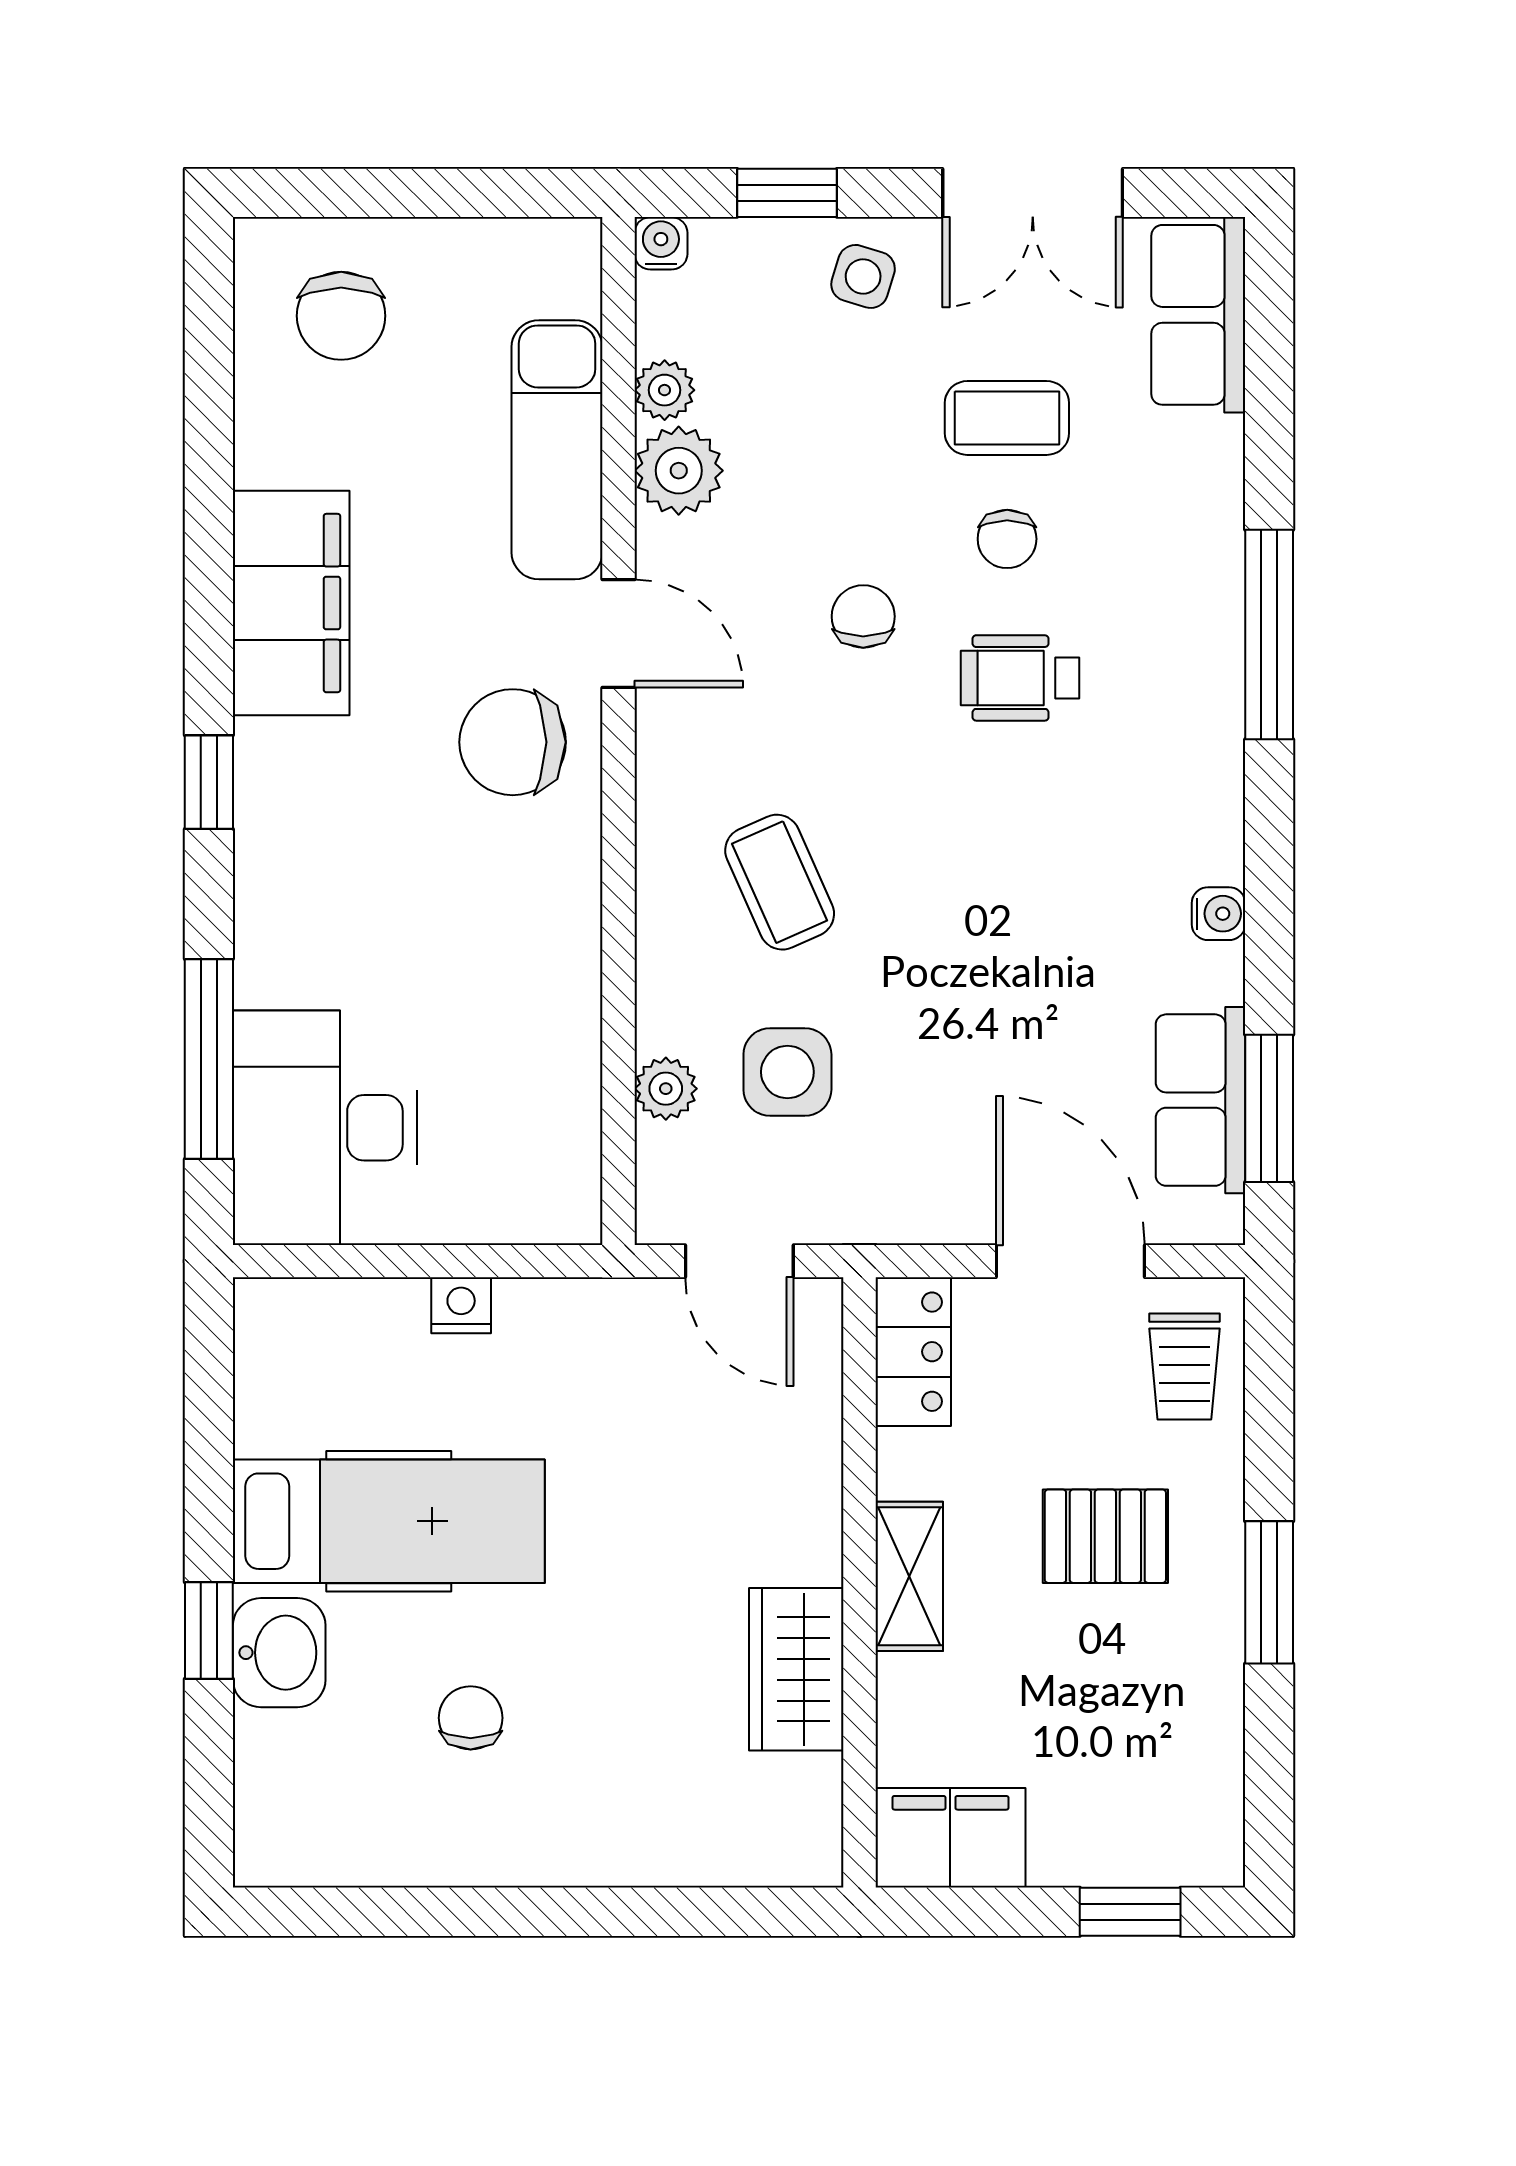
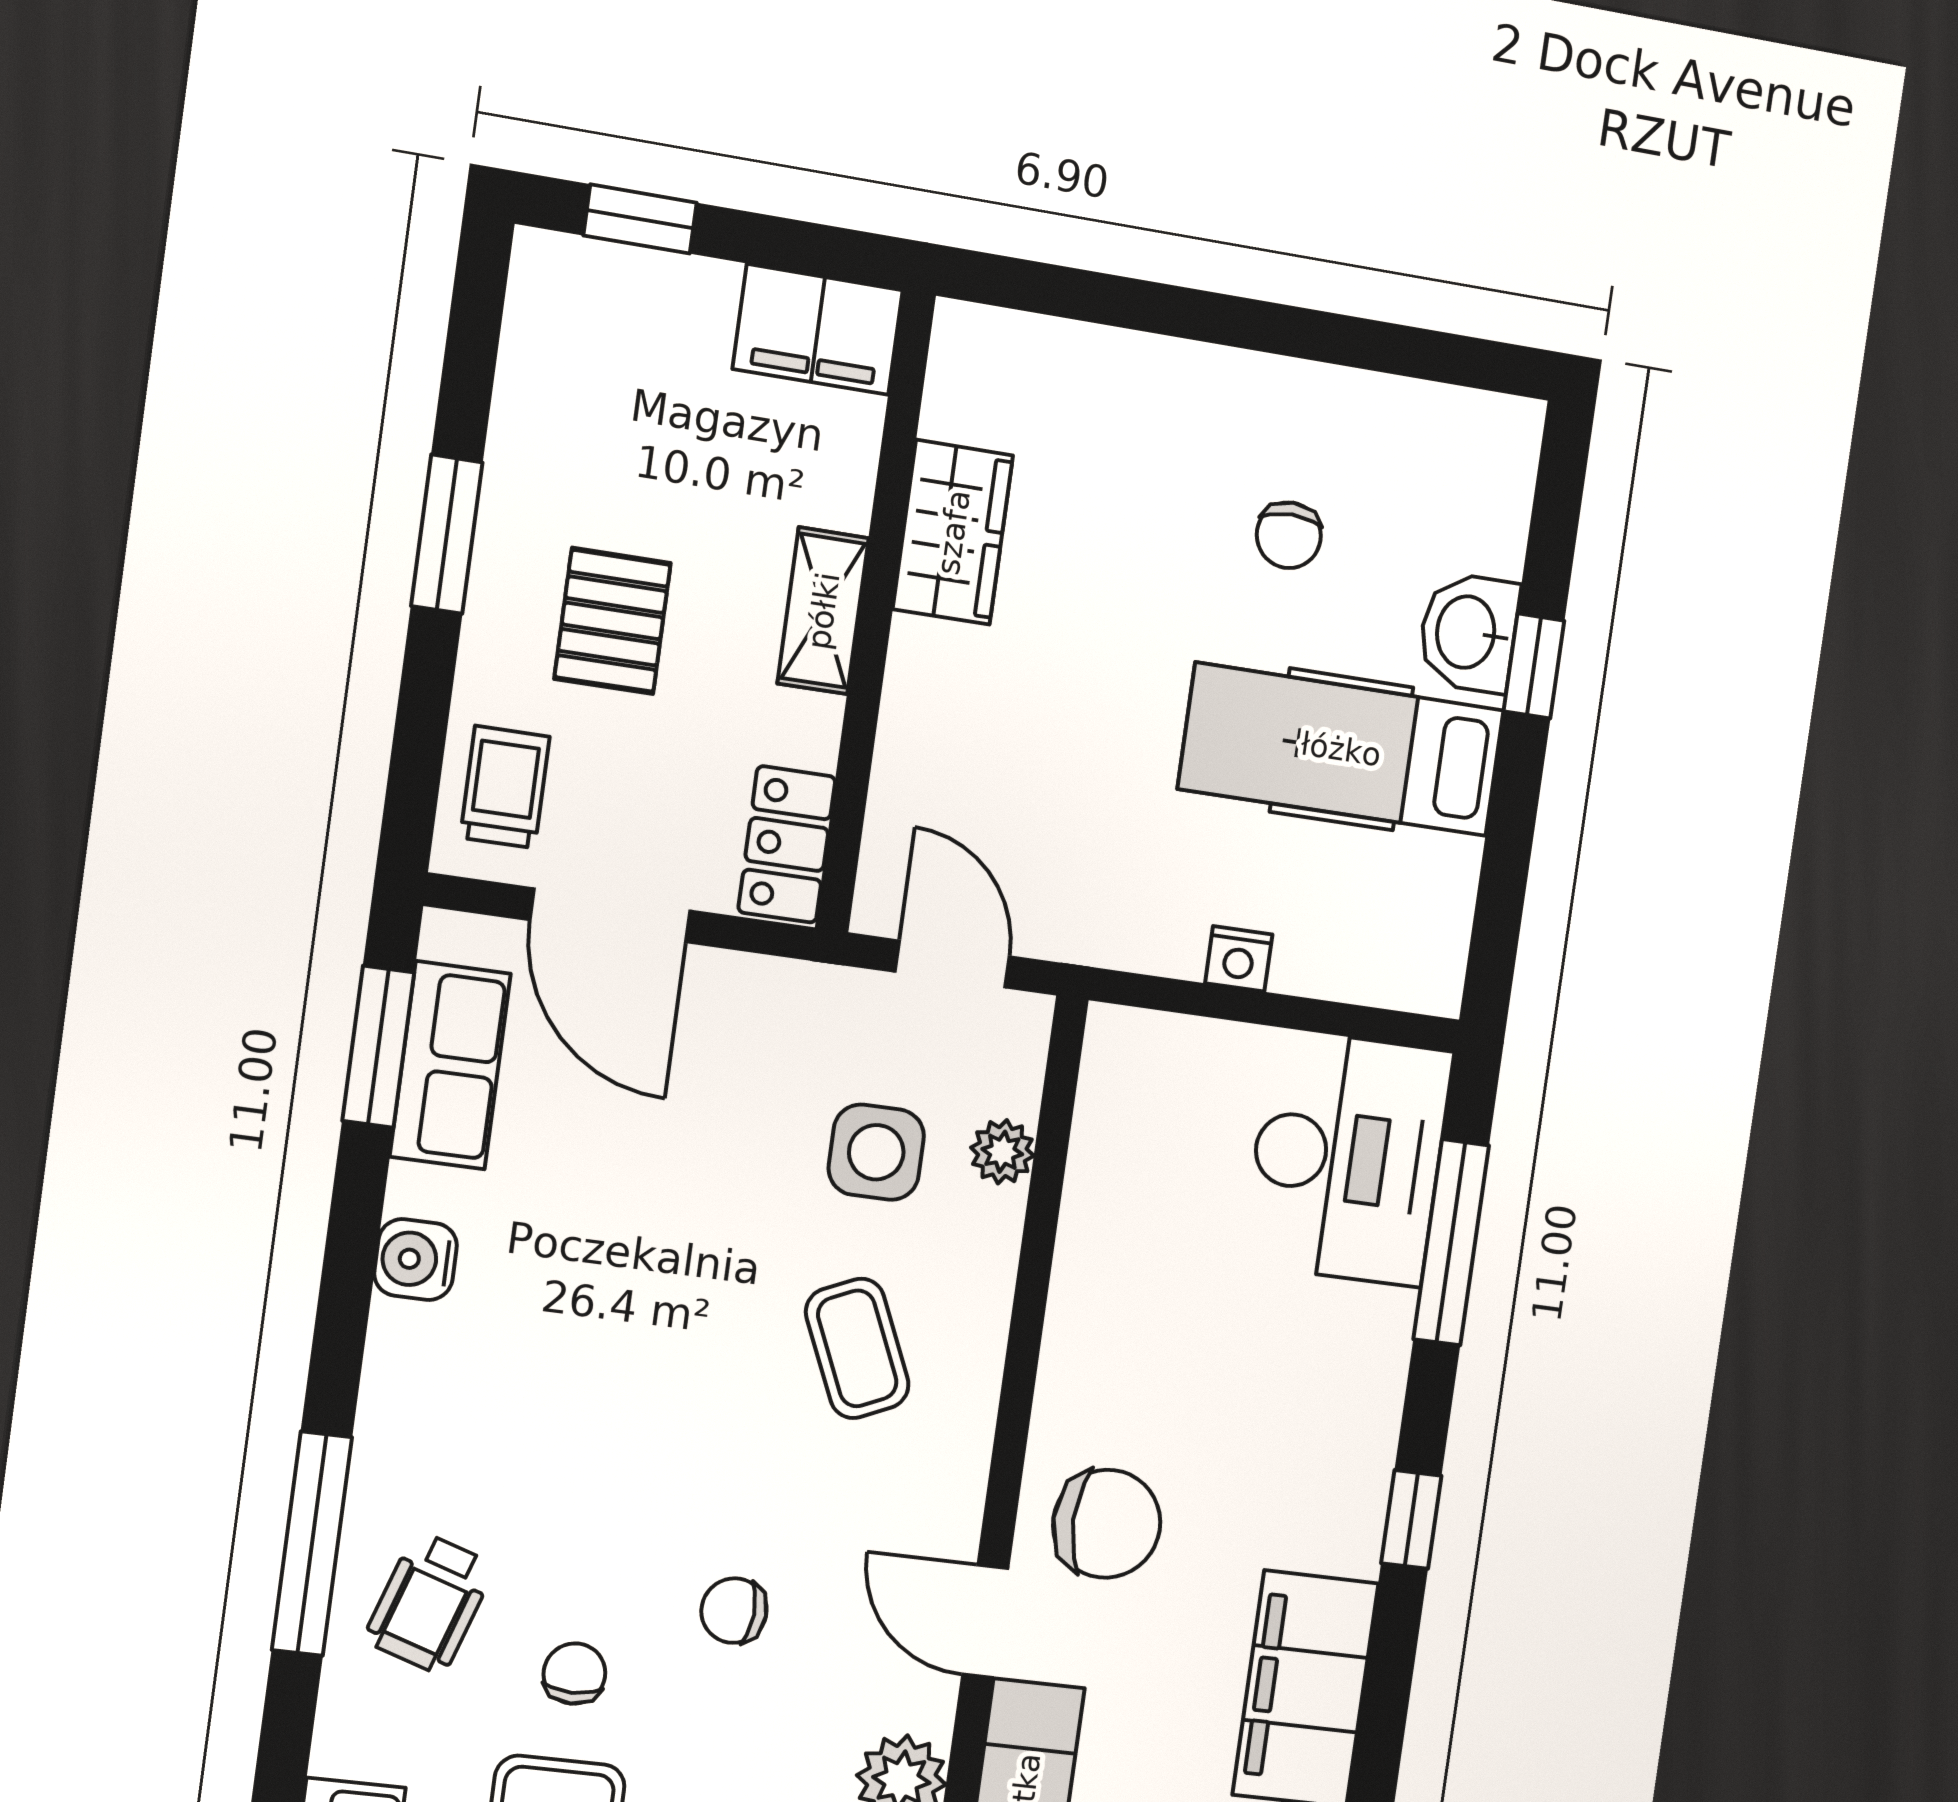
chair: (863, 616) -> (734, 1611), turned 93
wheelchair: (1020, 678) -> (430, 1603), moved, turned 108
water cooler: (1219, 914) -> (416, 1260), width x1.38, depth x1.38
pallet: (1105, 1536) -> (613, 621), turned 90

